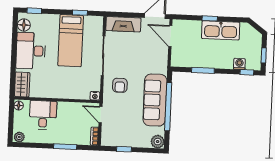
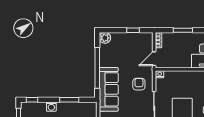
washing machine: (239, 64) -> (51, 107), moved
sofa: (155, 100) -> (109, 89), moved
door: (101, 115) -> (154, 59), swing flipped

